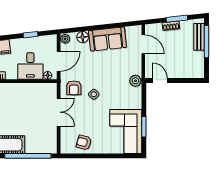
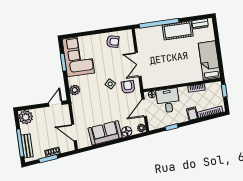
plant: (196, 70) -> (26, 117), added
plant: (135, 81) -> (75, 90), moved
door: (160, 81) -> (55, 104), swing flipped

